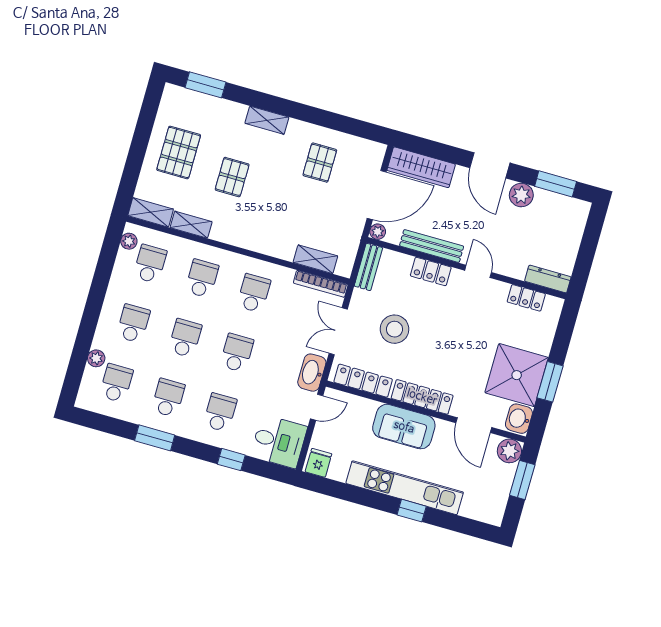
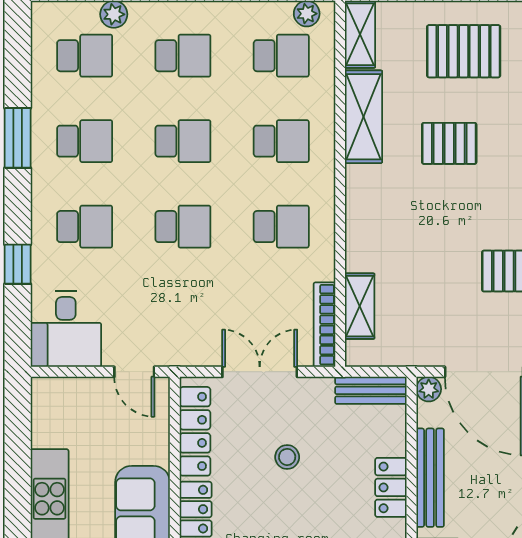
shelving: (191, 225) -> (364, 117), width x1.50, depth x1.33
stool: (394, 329) -> (287, 457), width x0.53, depth x0.53
washbasin: (312, 373) -> (185, 350), removed
fridge: (318, 463) -> (50, 399), removed

